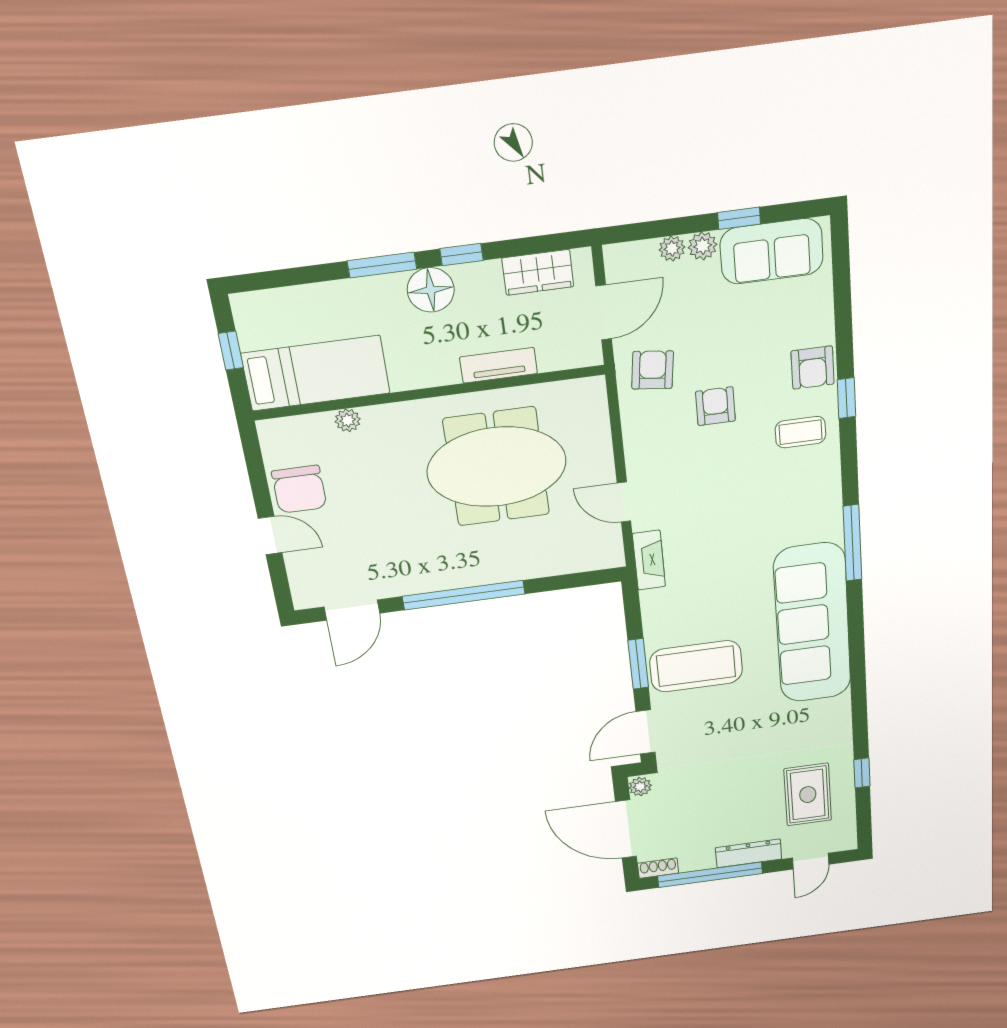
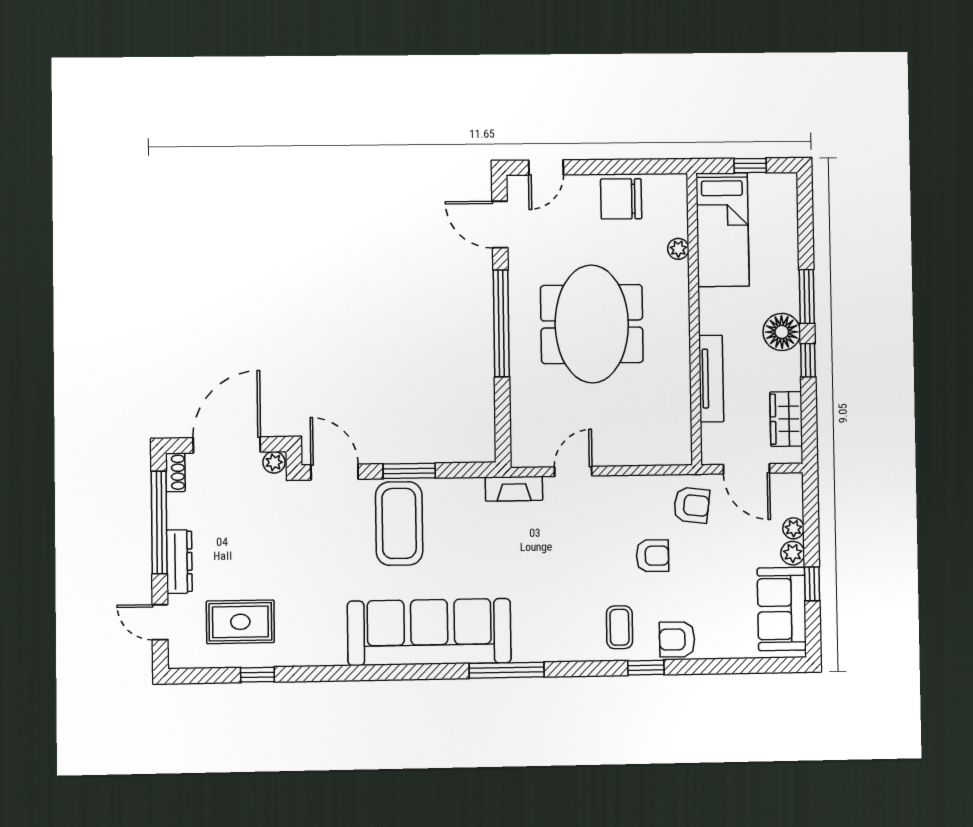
tv unit: (499, 365) -> (711, 379), width x1.41
meeting table: (497, 467) -> (592, 324), moved
door: (270, 535) -> (546, 167), moved

